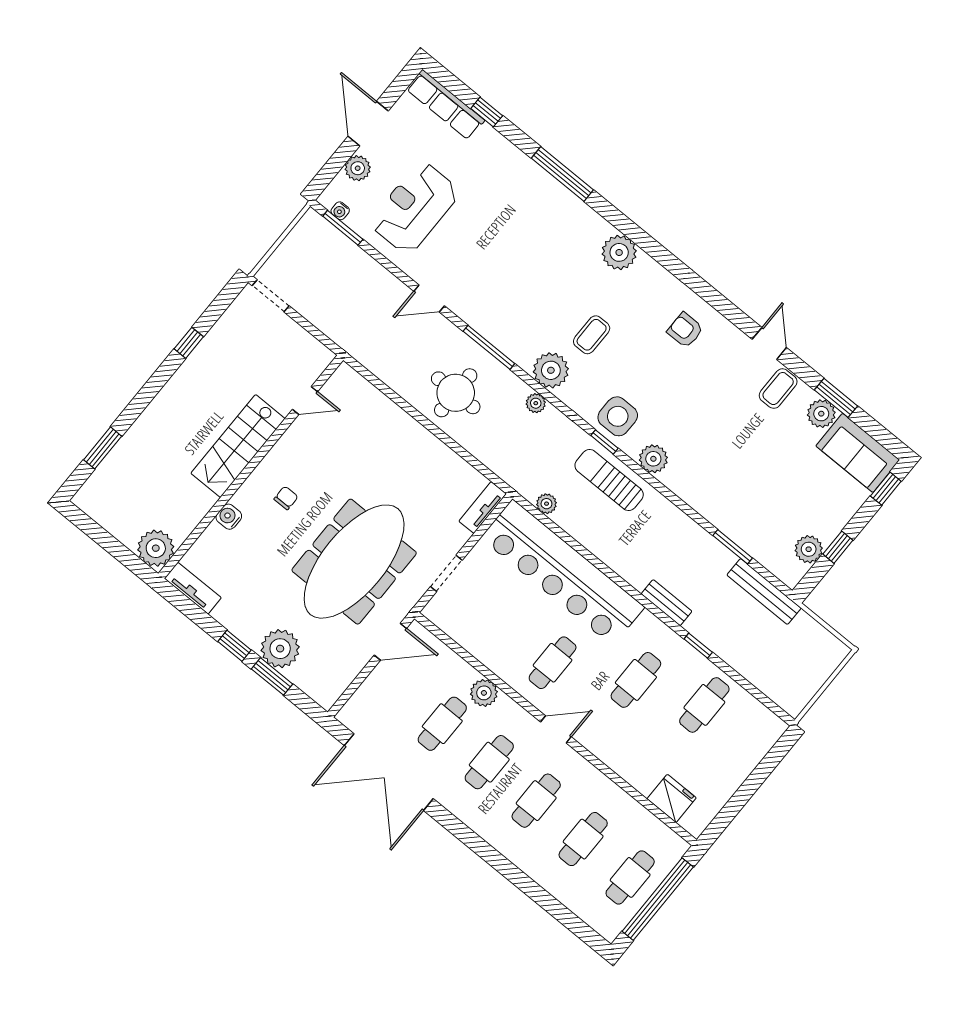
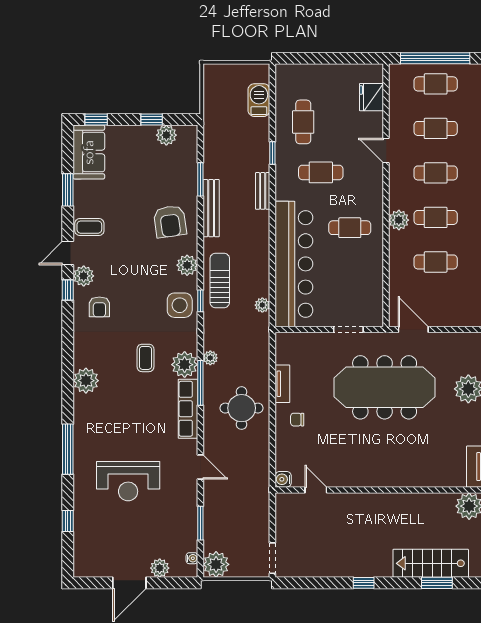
row of seats: (445, 105) -> (188, 409), moved, turned 180
reception desk: (415, 208) -> (128, 481), moved
window: (343, 228) -> (200, 523), moved
plant: (313, 231) -> (216, 564), added
window: (730, 311) -> (68, 290), added
coffee table: (592, 335) -> (145, 358), turned 90
window: (189, 343) -> (364, 583), moved
window: (489, 347) -> (200, 383), moved
plant: (821, 414) -> (84, 276), moved
stairs: (238, 446) -> (431, 563), moved, turned 180
armchair: (714, 478) -> (170, 222), added
sun lounger: (609, 480) -> (220, 280), turned 180
chair: (286, 498) -> (297, 420), moved
tv unit: (483, 508) -> (282, 384), moved, turned -90
water cooler: (229, 517) -> (283, 479), moved, turned 90
bench: (764, 592) -> (211, 208), moved
barbecue: (766, 677) -> (259, 100), added
plant: (484, 693) -> (399, 220), moved
cafe table: (704, 705) -> (303, 122), turned 90
door: (556, 729) -> (386, 151), moved

